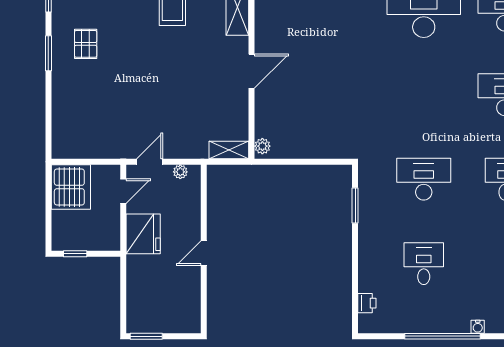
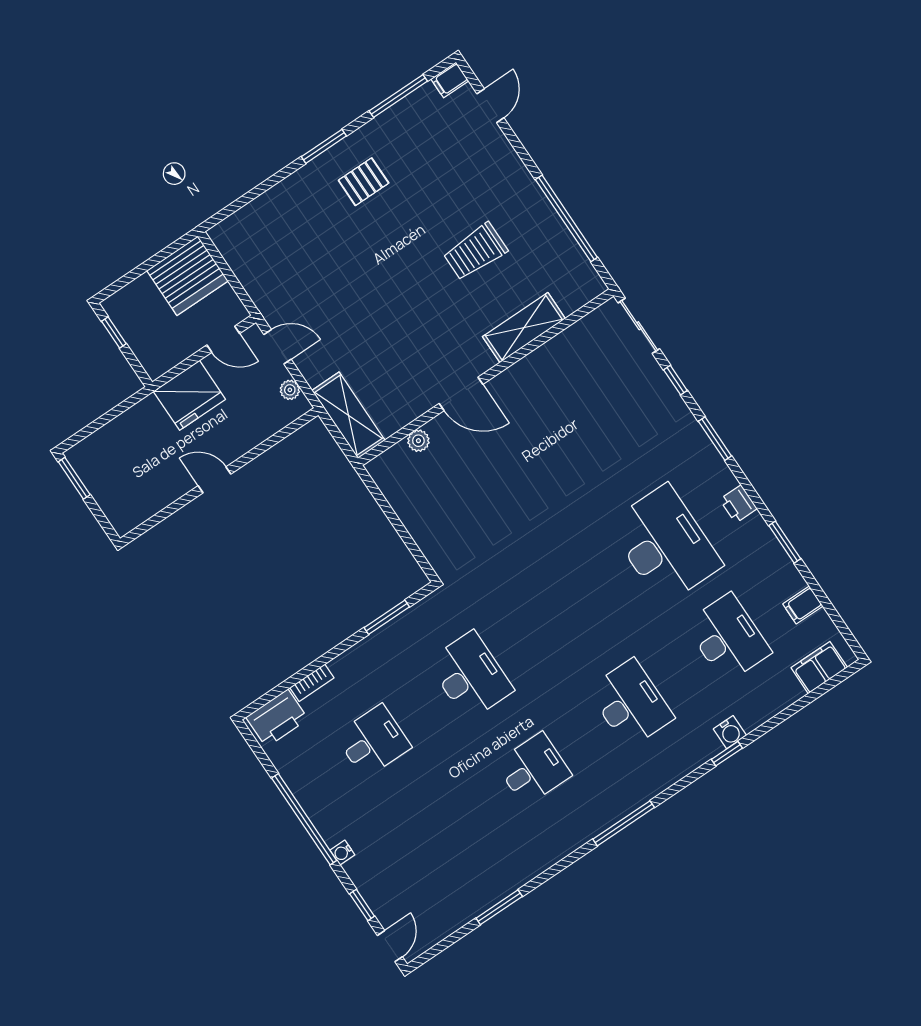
plant: (262, 146) -> (418, 441), moved
shelving: (229, 150) -> (348, 415), width x1.50, depth x1.33
bookcase: (364, 277) -> (312, 683), added
printer: (367, 303) -> (277, 718), width x1.87, depth x1.48

